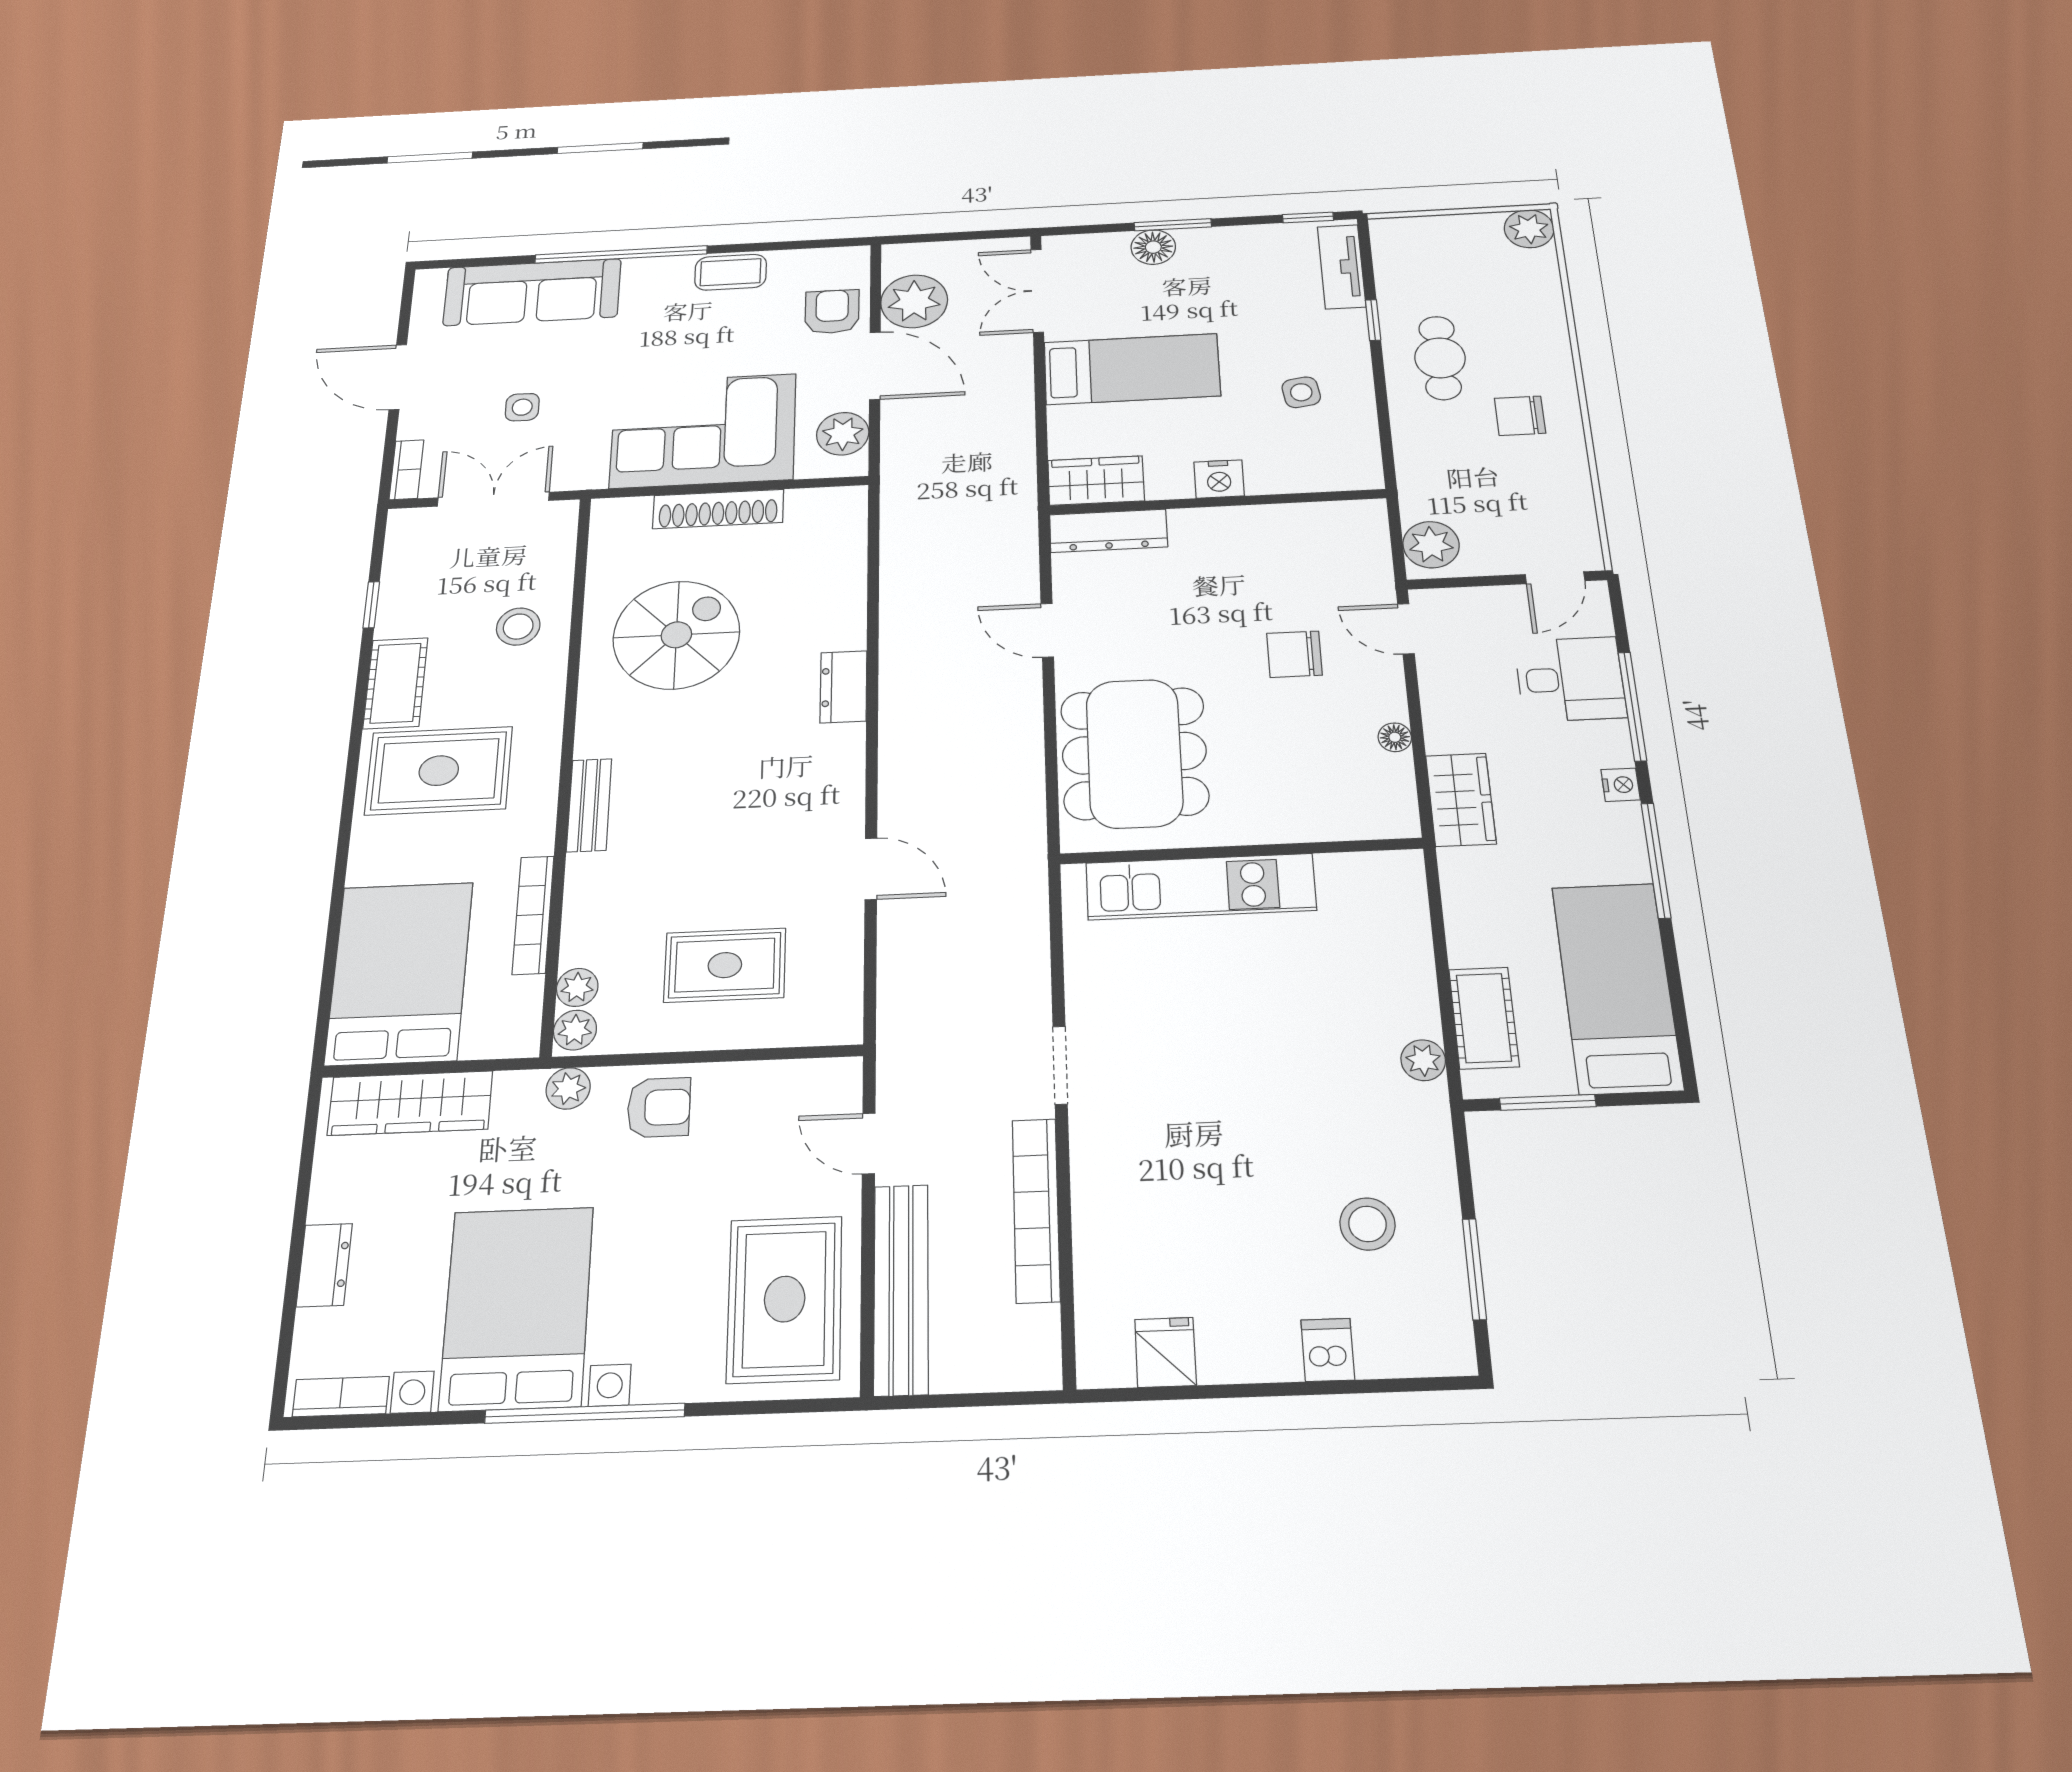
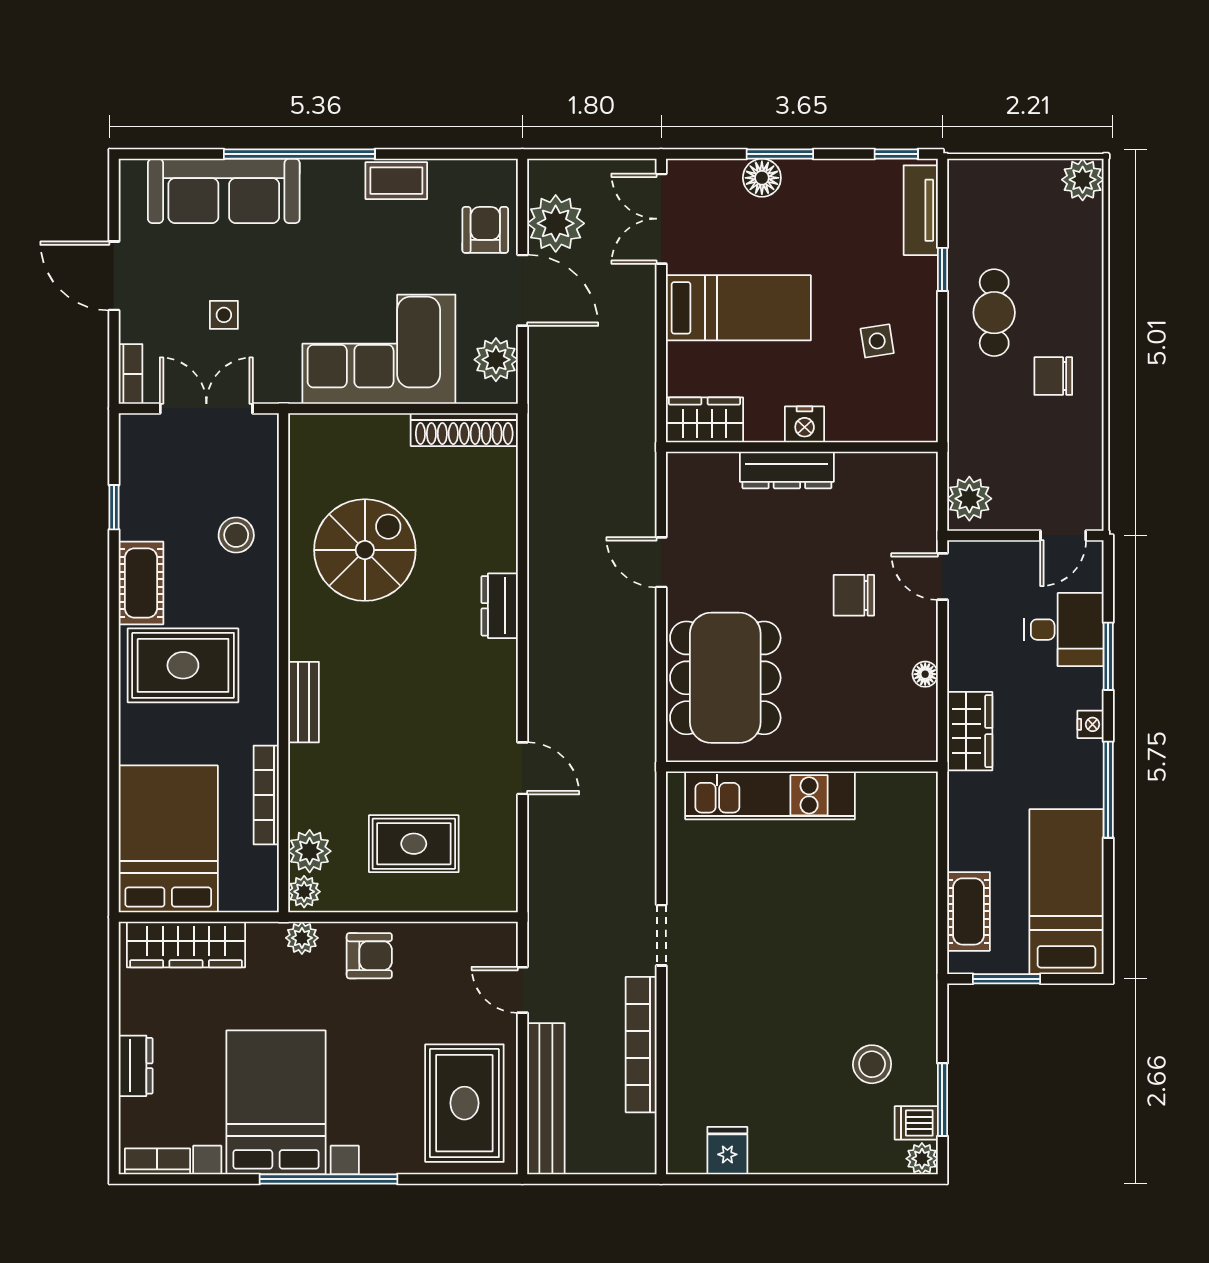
shoe rack: (718, 509) -> (464, 430), moved
dresser: (1108, 531) -> (787, 470), moved
window: (1632, 706) -> (1108, 656), width x0.69
plant: (577, 987) -> (310, 851), width x1.38, depth x1.38
plant: (1423, 1060) -> (922, 1159), moved
dishwasher: (1328, 1350) -> (916, 1123), moved, turned -90

